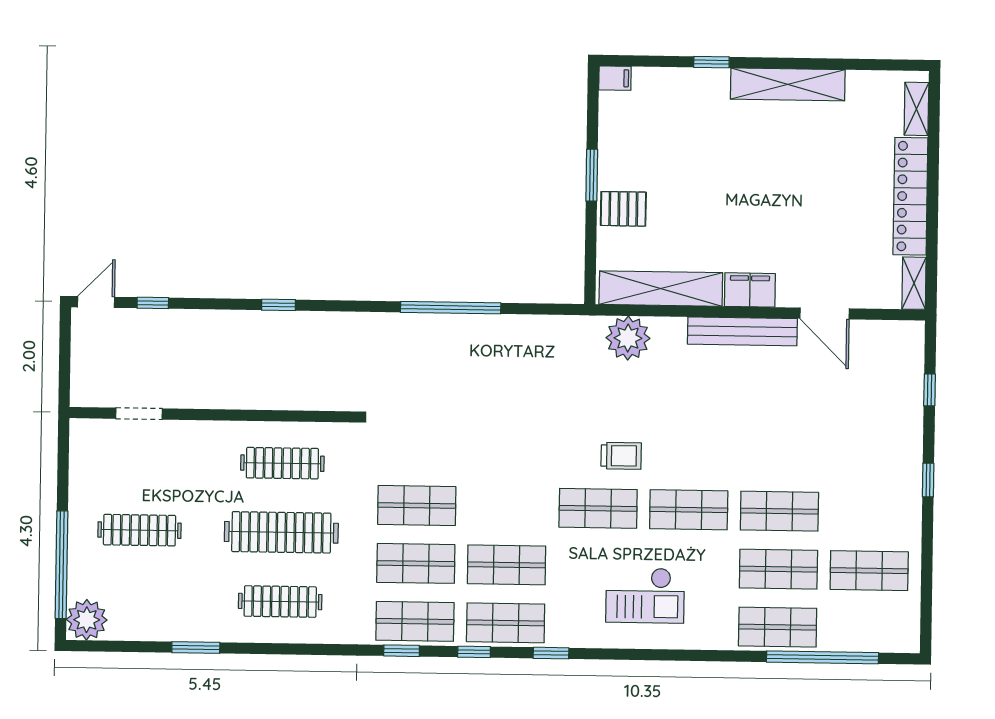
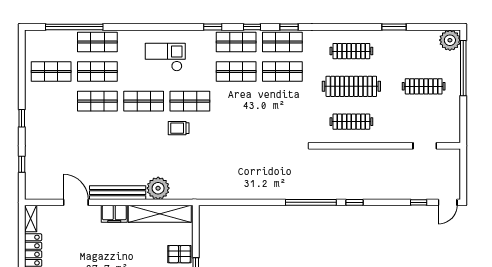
window: (451, 308) -> (311, 202), moved
plant: (628, 338) -> (158, 188), moved
shop shelf: (417, 505) -> (282, 101), removed

